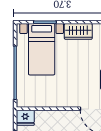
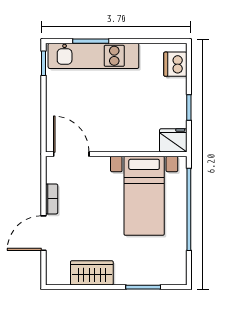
bed with nightstands: (42, 49) -> (144, 196), moved, turned 180

